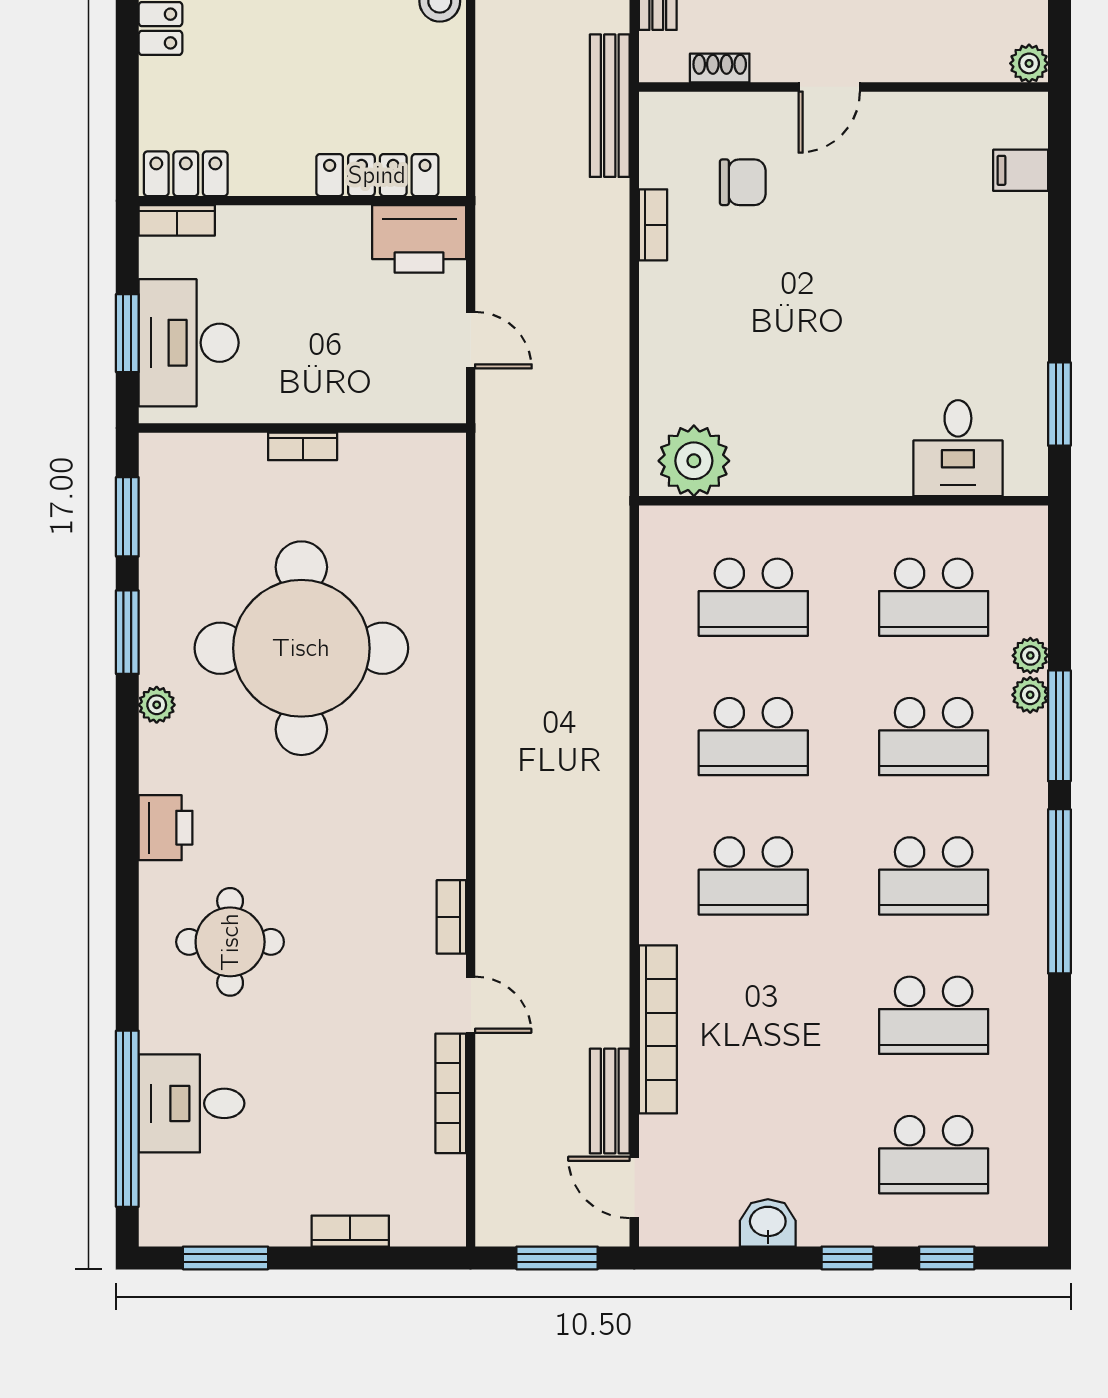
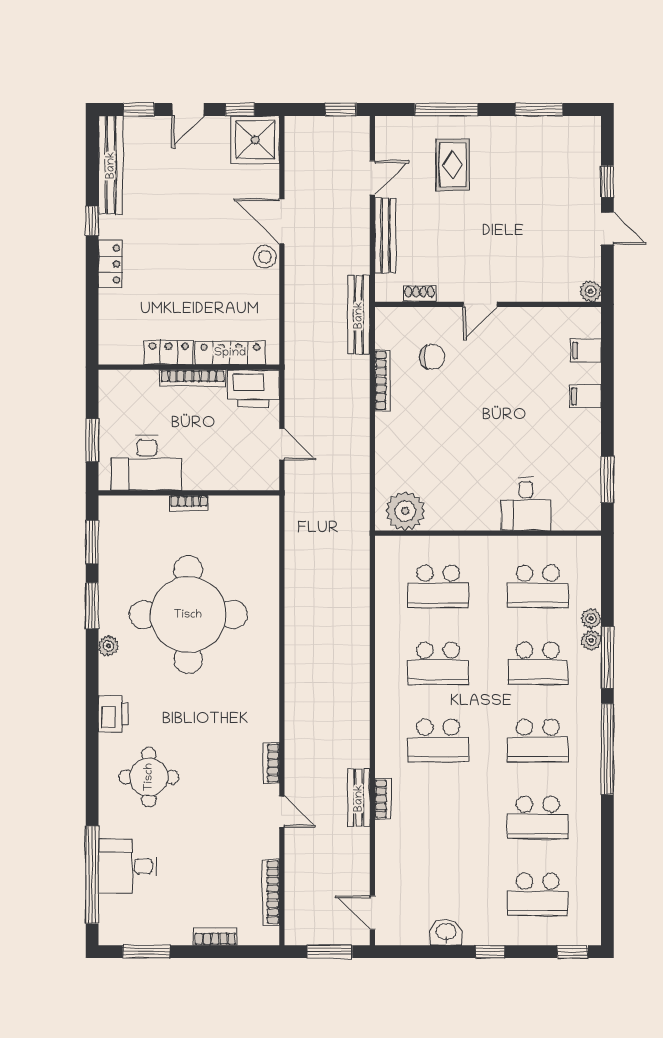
locker: (186, 174) -> (169, 352), moved
bookcase: (177, 220) -> (193, 378), moved, width x1.56
bookcase: (653, 225) -> (383, 381), width x1.56
filing cabinet: (1020, 254) -> (585, 396), added
desk: (189, 343) -> (147, 463), moved, turned -90
desk: (958, 448) -> (526, 504), moved
bookcase: (658, 1029) -> (383, 799), width x0.43, depth x0.76
bookcase: (451, 1093) -> (271, 892), moved
bench: (610, 1101) -> (359, 798), moved
window: (947, 1258) -> (573, 952), moved

